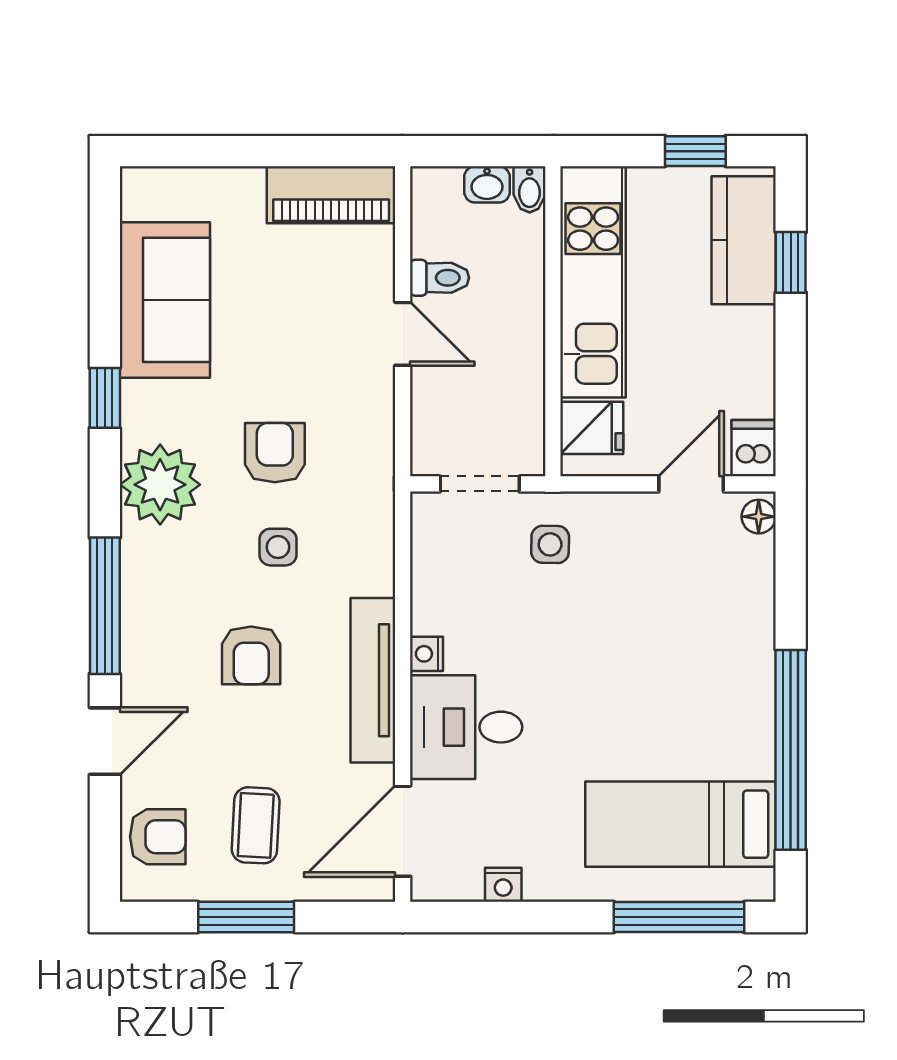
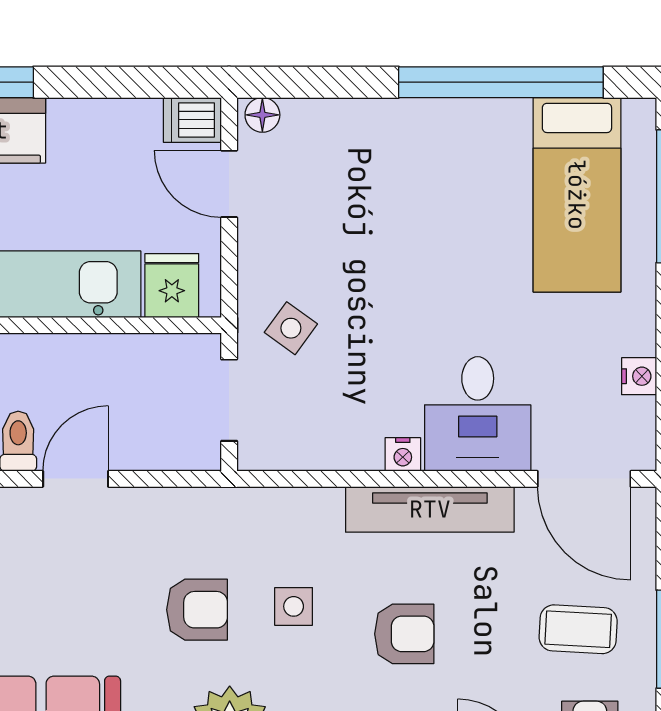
armchair: (275, 453) -> (197, 610), turned 180
side table: (550, 544) -> (291, 328), turned 35

